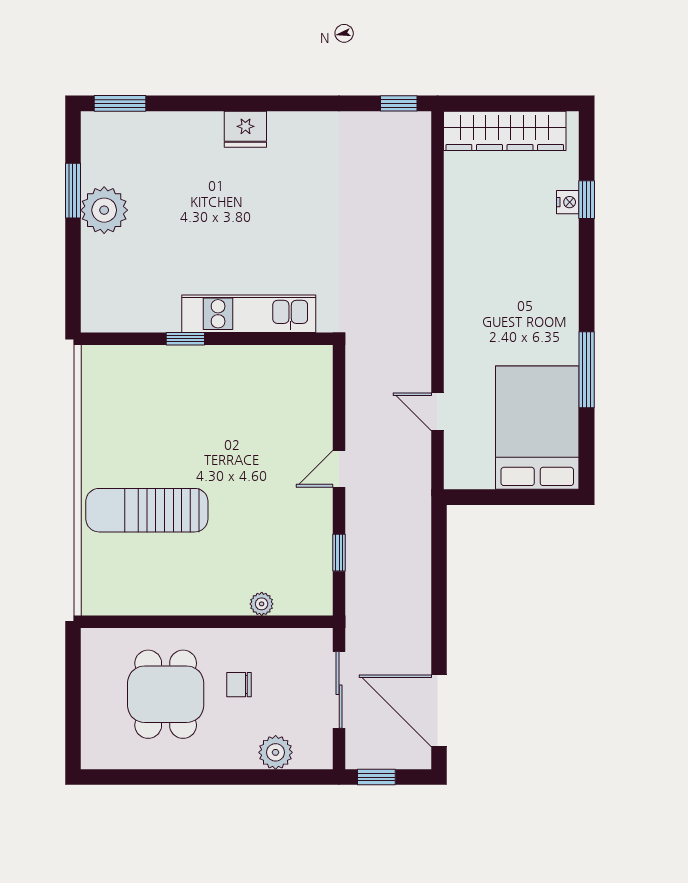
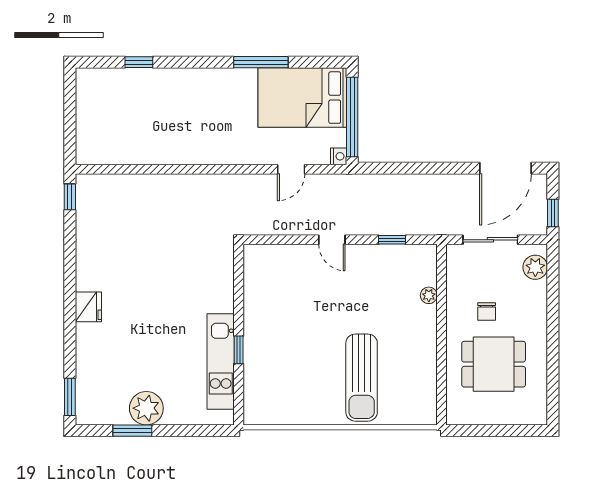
wardrobe: (505, 131) -> (90, 121), removed
nightstand: (568, 202) -> (339, 156), moved, turned 90
kitchen unit: (249, 314) -> (221, 361), moved
window: (510, 497) -> (352, 117), added
plant: (276, 752) -> (535, 267), moved

